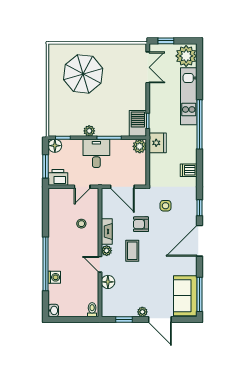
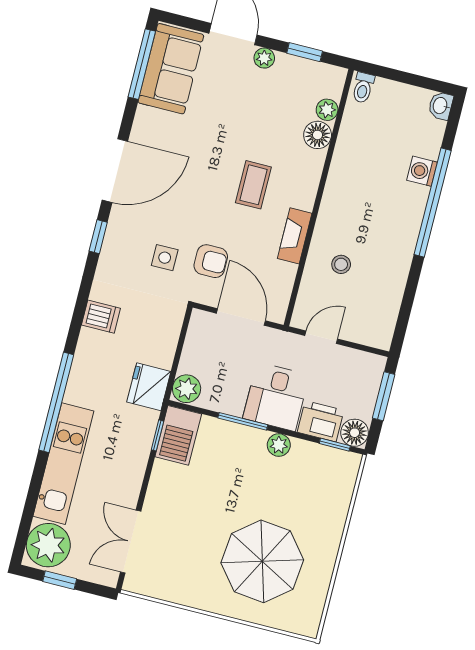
window: (166, 41) -> (60, 580), moved
printer: (58, 177) -> (321, 421), moved, turned 180
armchair: (141, 224) -> (211, 261), moved
plant: (107, 251) -> (327, 110), moved
door: (100, 264) -> (325, 174), removed

